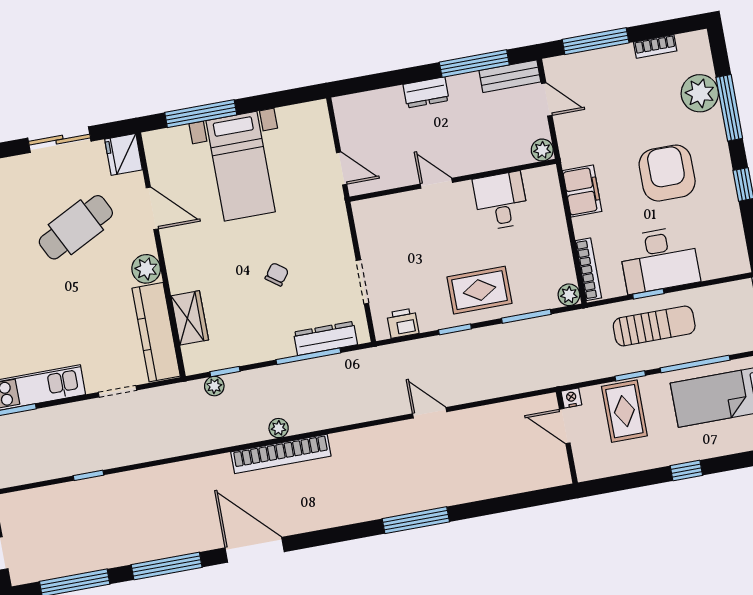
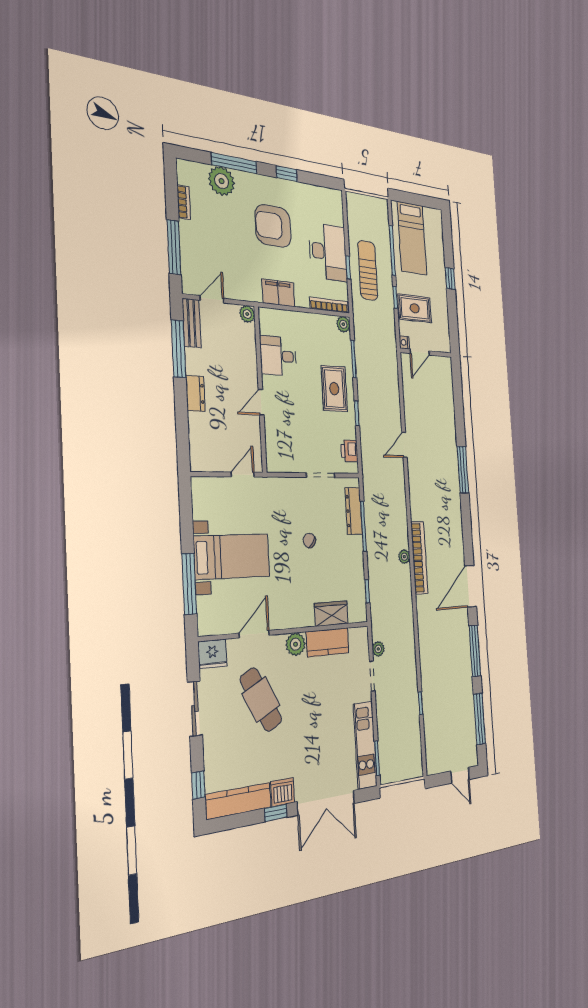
kitchen counter: (156, 332) -> (328, 642), width x0.67
plant: (214, 386) -> (378, 649), moved

